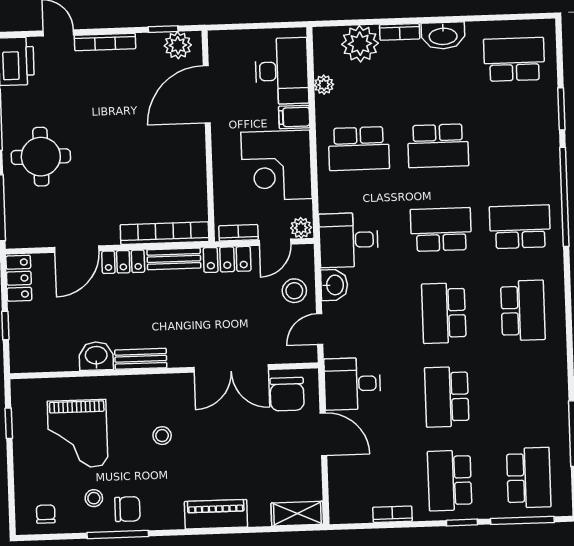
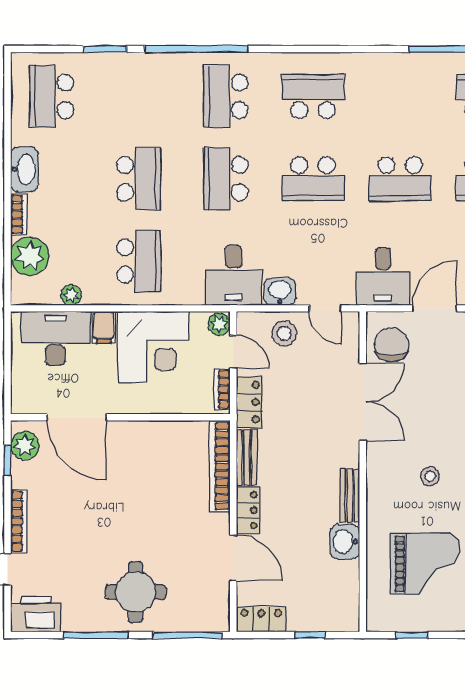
chair: (287, 394) -> (391, 345), turned -90

